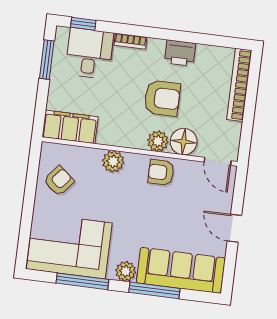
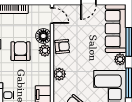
door: (218, 161) -> (52, 16), hinge flipped
armchair: (161, 172) -> (62, 46), turned -95

